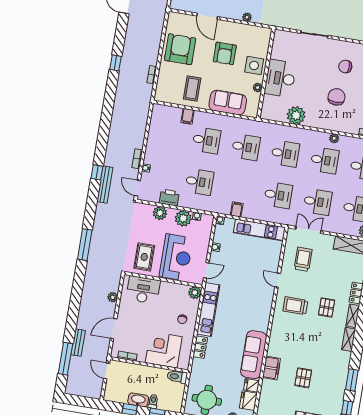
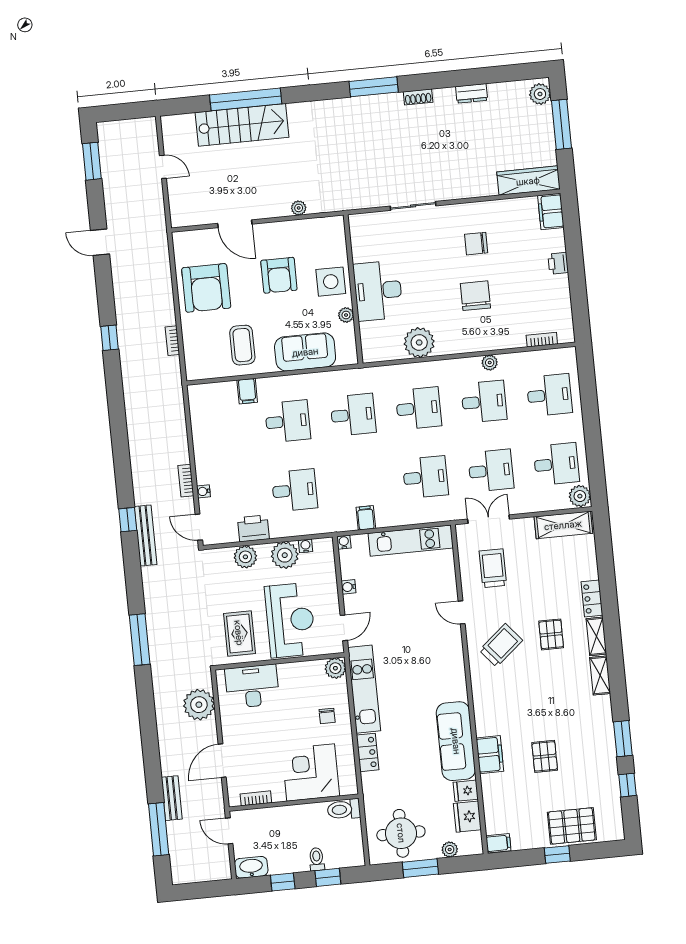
armchair: (180, 49) -> (206, 288), turned 180
plant: (113, 297) -> (199, 705), width x1.88, depth x1.88
trolley: (295, 306) -> (501, 645), turned 140
washbasin: (138, 400) -> (251, 867), moved

